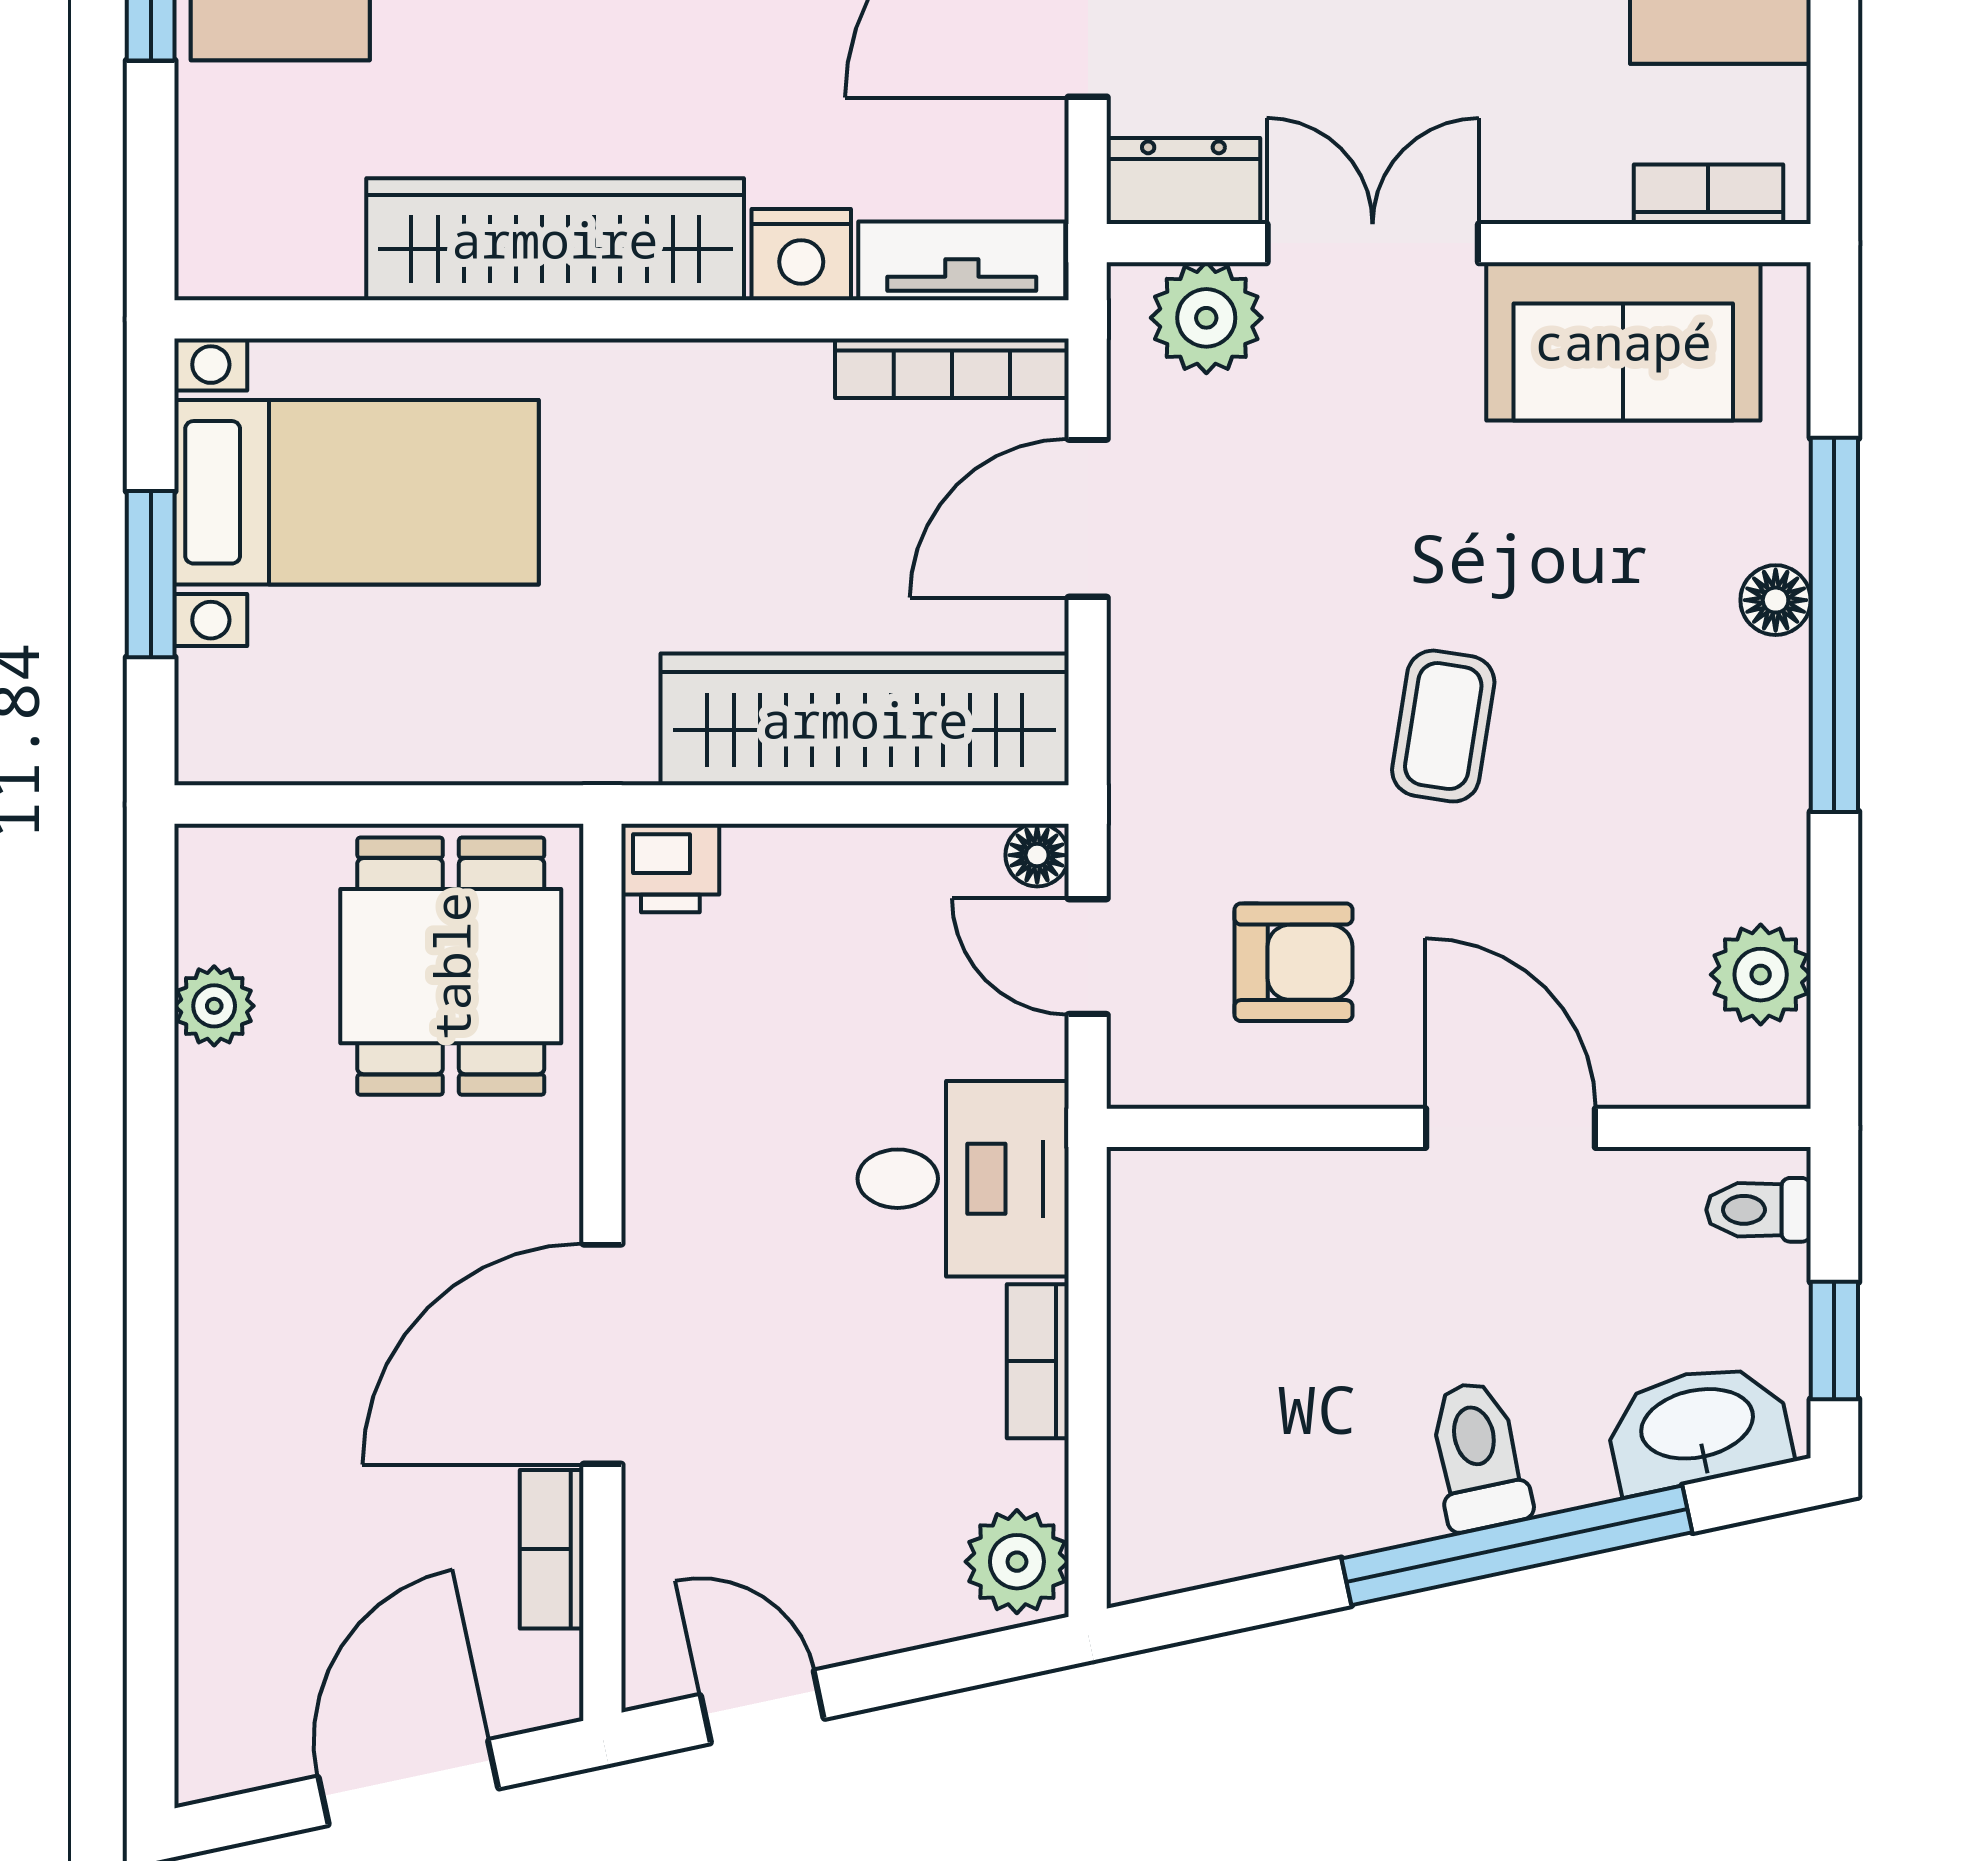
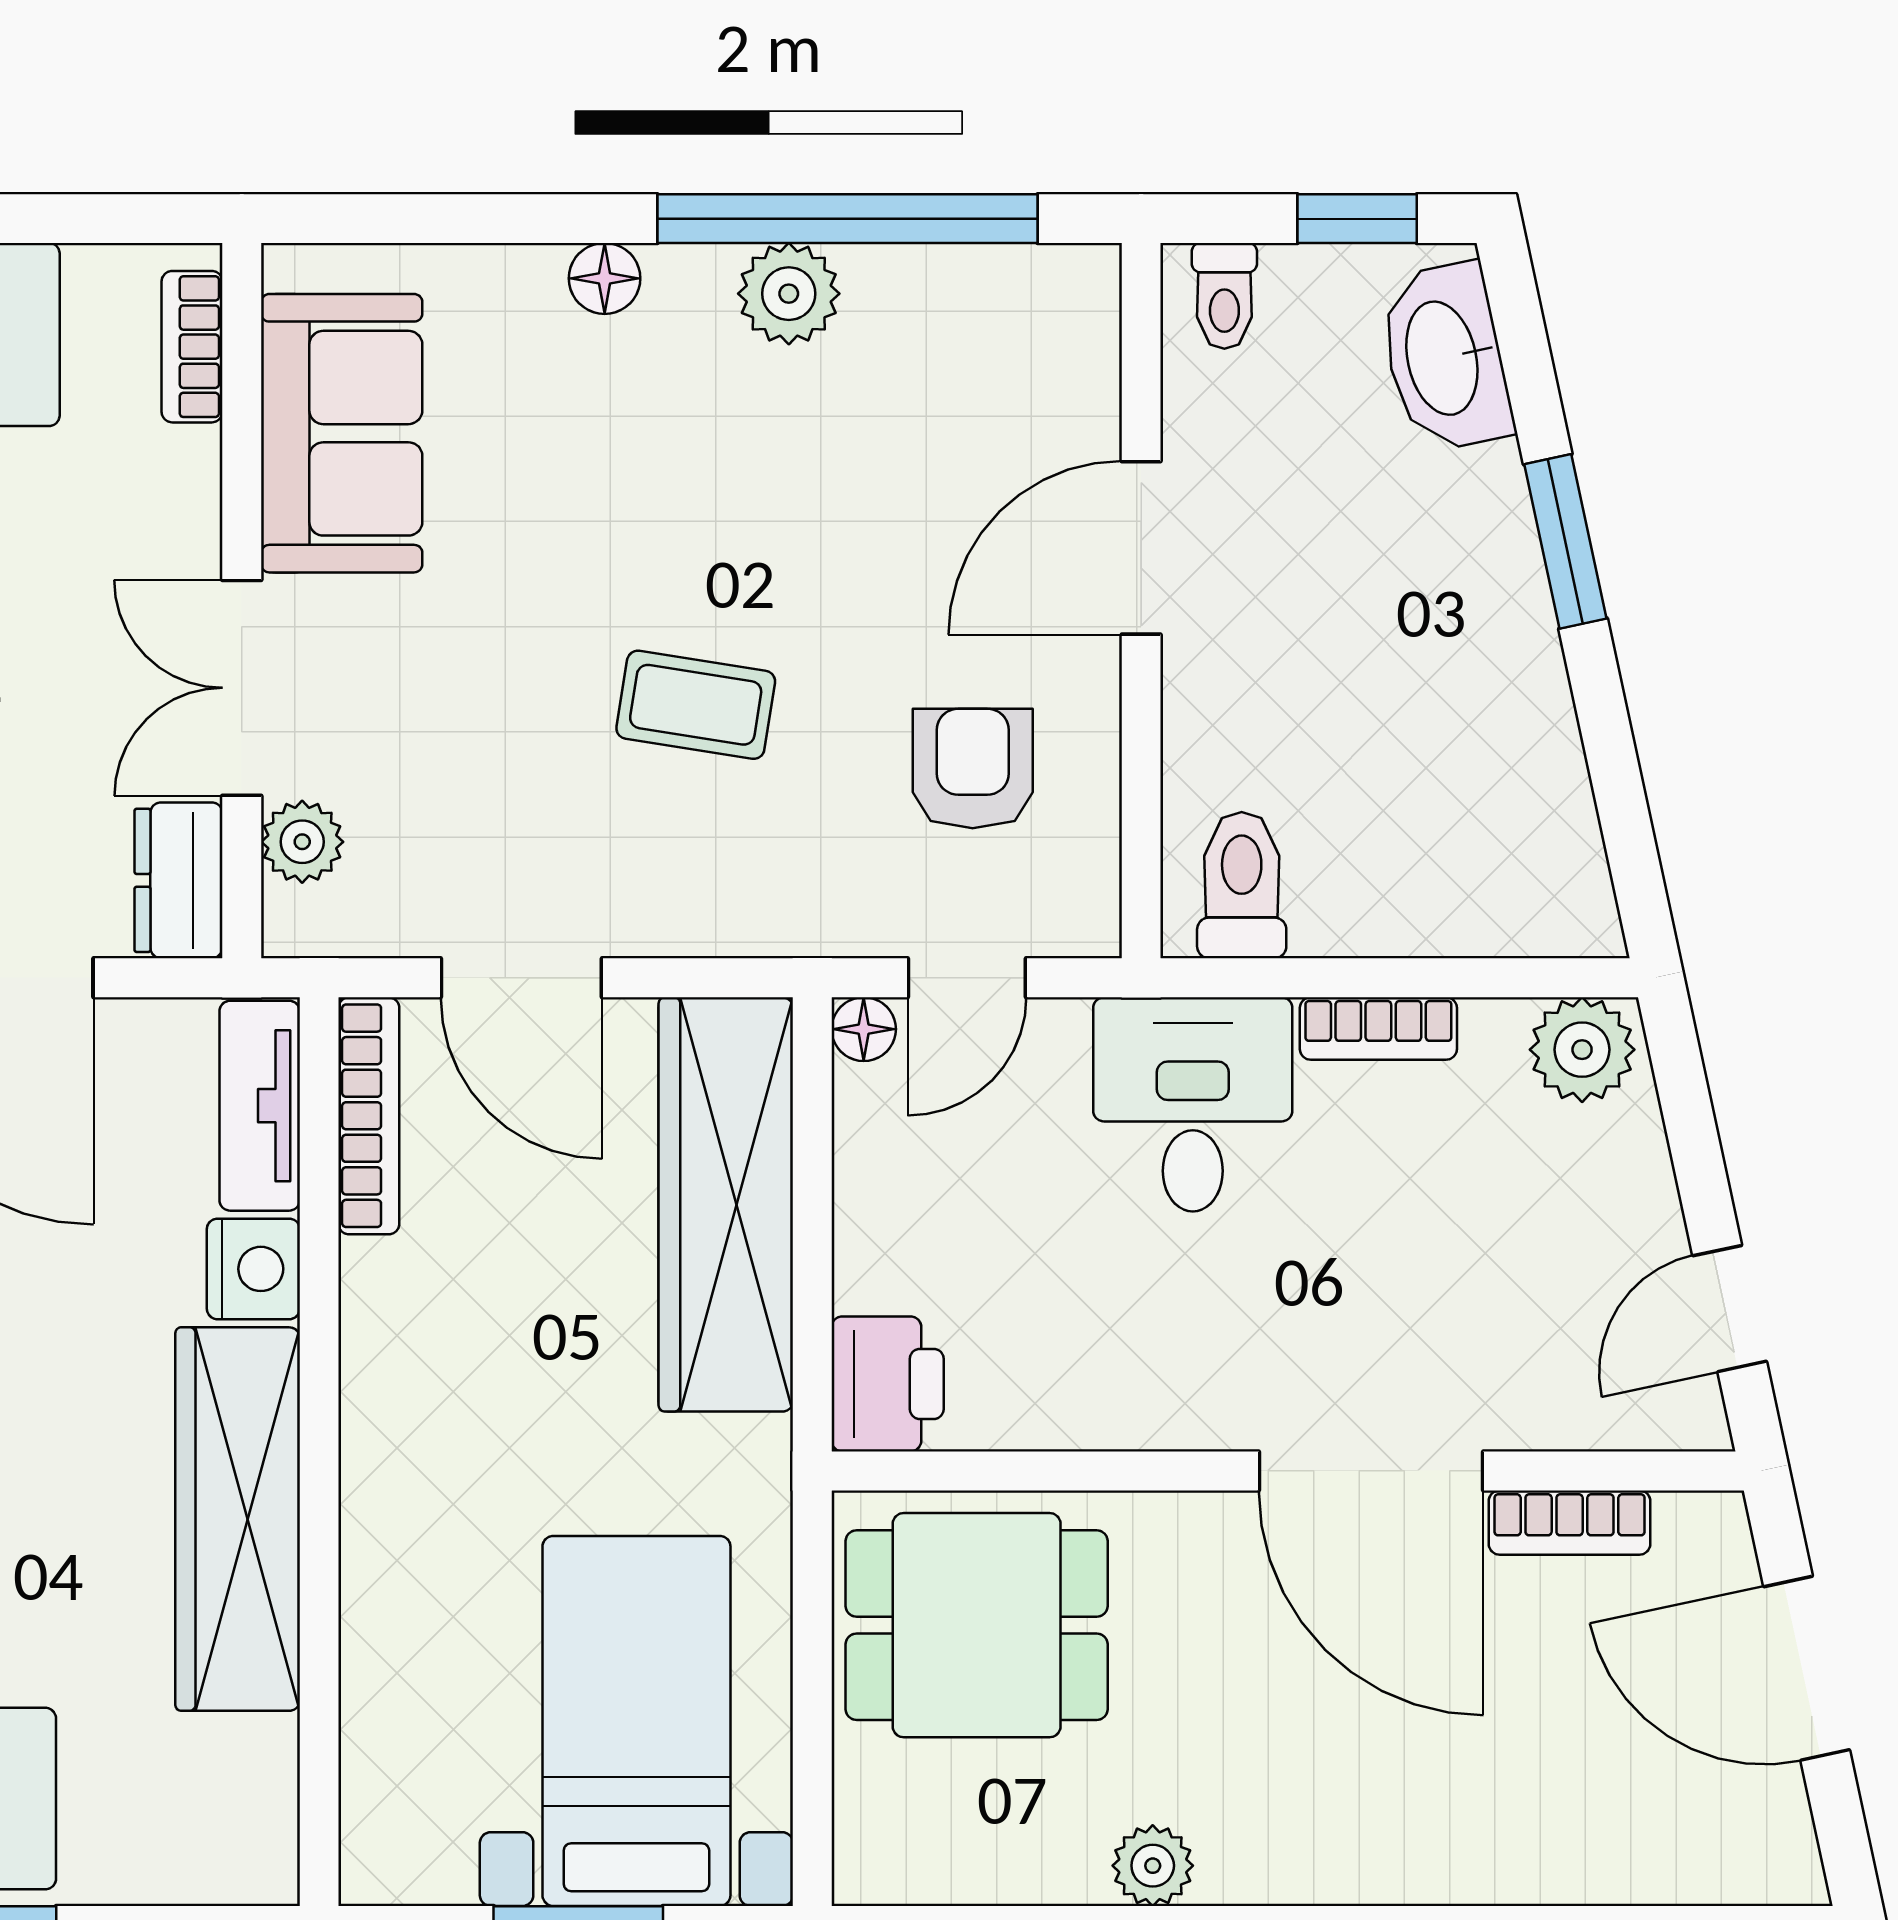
plant: (1206, 318) -> (302, 842), width x0.73, depth x0.73
bed with nightstands: (357, 492) -> (636, 1721), moved
window: (1834, 625) -> (847, 219), moved
coffee table: (1443, 726) -> (696, 705), moved
printer: (670, 868) -> (888, 1384), width x1.36, depth x1.24
plant: (1761, 975) -> (789, 294), moved
plant: (214, 1006) -> (1153, 1866), moved
toilet: (1478, 1456) -> (1242, 885), moved, turned 102
window: (1517, 1545) -> (1565, 541), width x0.47

